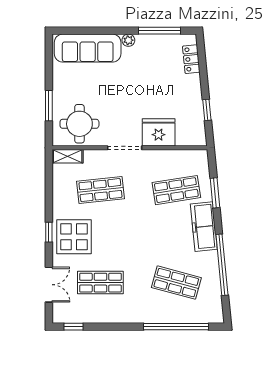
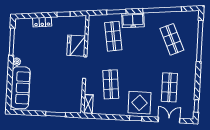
locker: (191, 59) -> (42, 22), moved
round table: (79, 124) -> (68, 95), removed
freezer: (204, 227) -> (133, 20), width x0.71
shop shelf: (176, 283) -> (172, 39), turned -39

